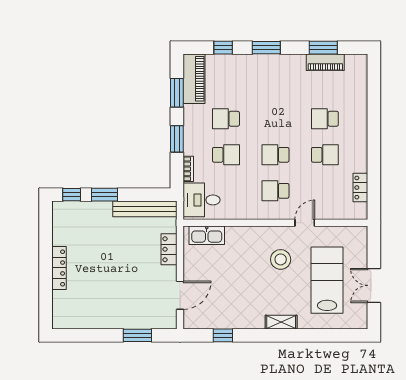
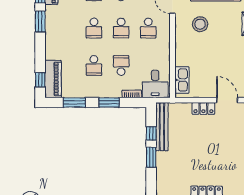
window: (223, 48) -> (40, 80), moved
window: (266, 48) -> (40, 21), moved
piano: (194, 79) -> (53, 79), moved, turned 90
school desk: (275, 119) -> (94, 28), added
window: (72, 195) -> (151, 133), moved
locker: (169, 249) -> (203, 108), moved

